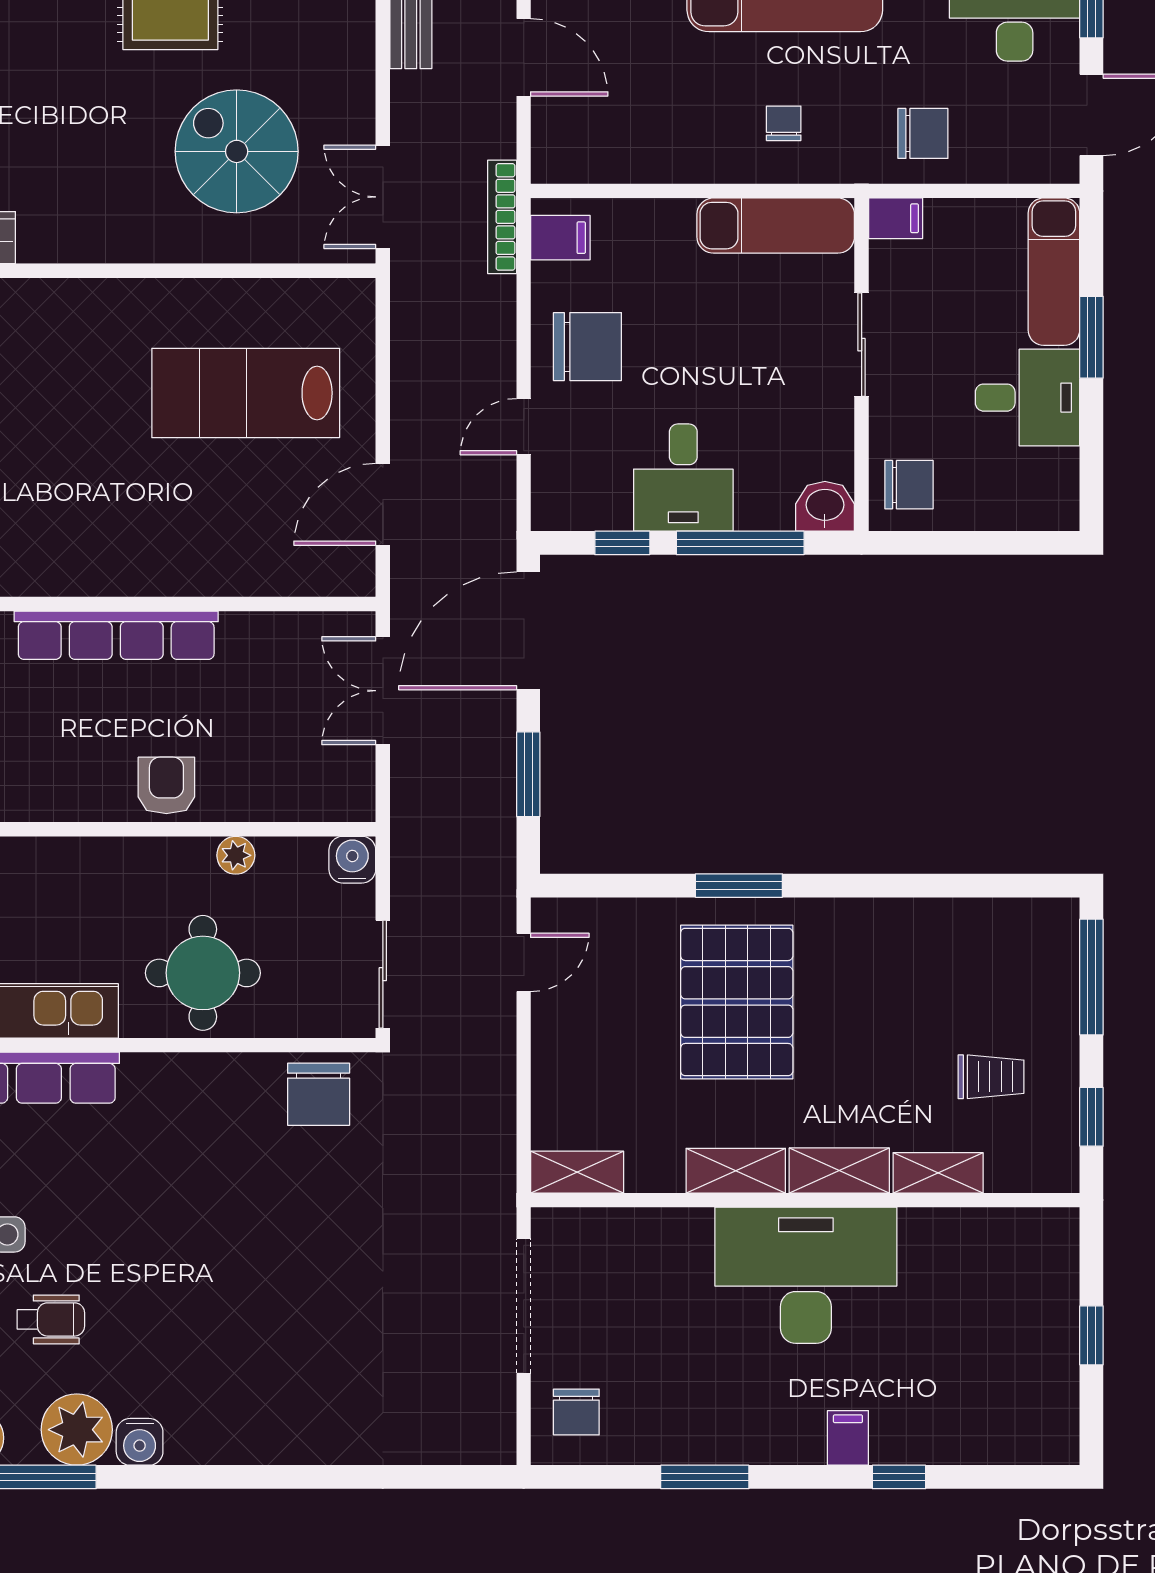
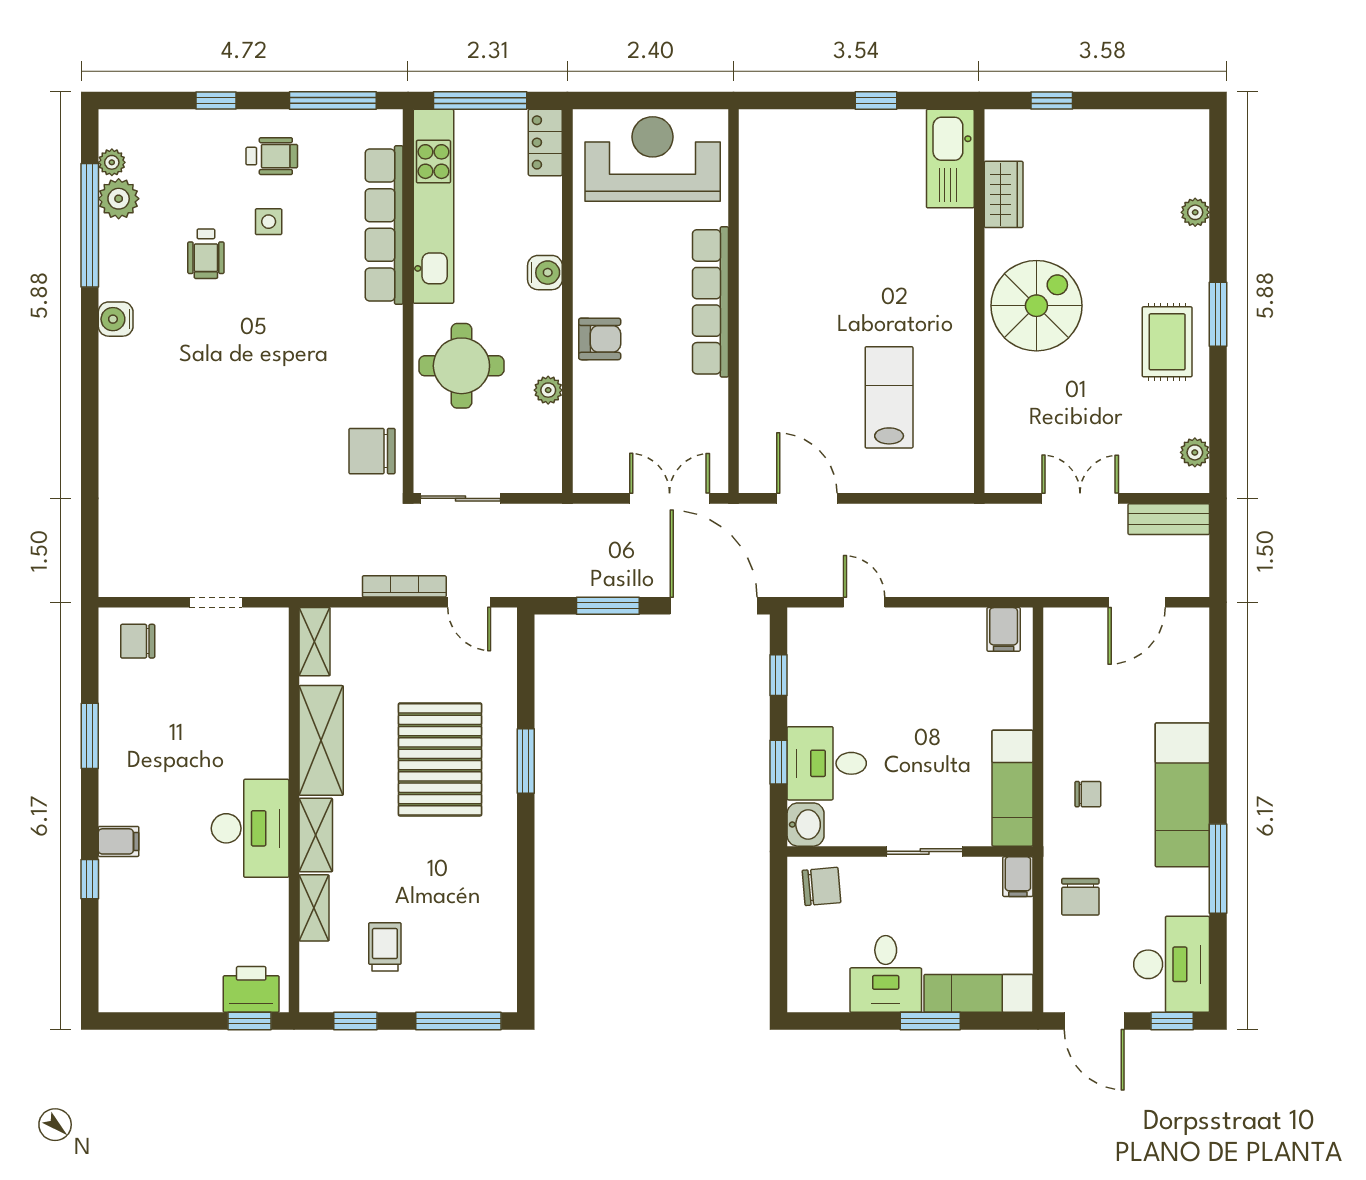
spiral stairs: (237, 151) -> (1036, 306), moved
double door: (383, 197) -> (1080, 498), moved
bookcase: (502, 217) -> (404, 586), moved
chair: (587, 347) -> (923, 649), removed
lab bench: (246, 393) -> (889, 397), width x0.73, depth x0.72
desk: (683, 478) -> (827, 763), moved
chair: (909, 485) -> (821, 886), turned -95
window: (740, 543) -> (778, 762), width x0.46
water cooler: (352, 860) -> (545, 273), moved
pallet: (737, 1002) -> (440, 759), turned 90
trolley: (991, 1077) -> (385, 947), turned 180
shelving: (736, 1171) -> (321, 740), width x1.50, depth x1.33
printer: (1049, 1258) -> (251, 989), added
desk: (806, 1275) -> (250, 828), width x0.73, depth x0.77
doorway: (524, 1306) -> (216, 602), width x0.53
window: (1091, 1335) -> (249, 1021), moved
plant: (77, 1430) -> (125, 273), removed

